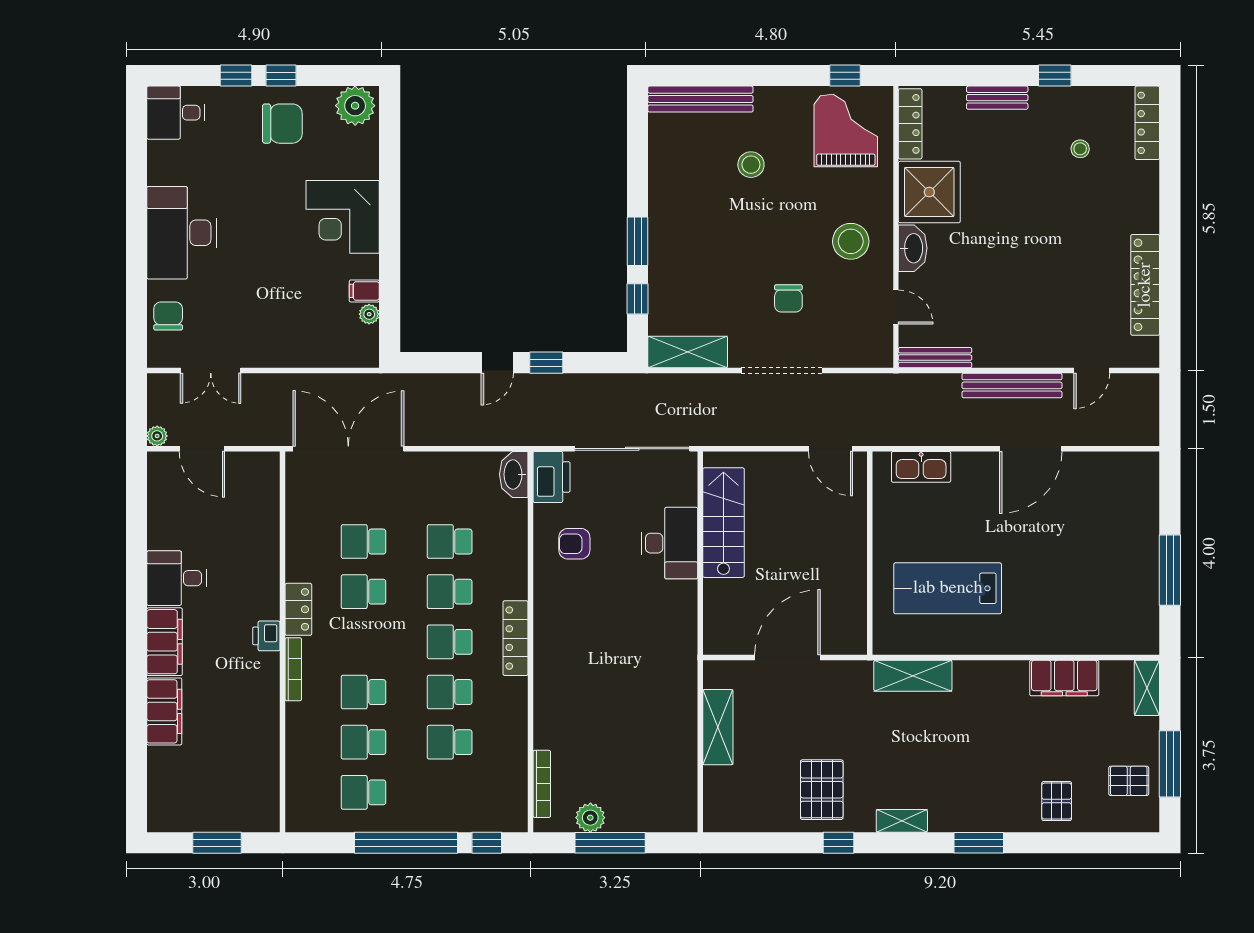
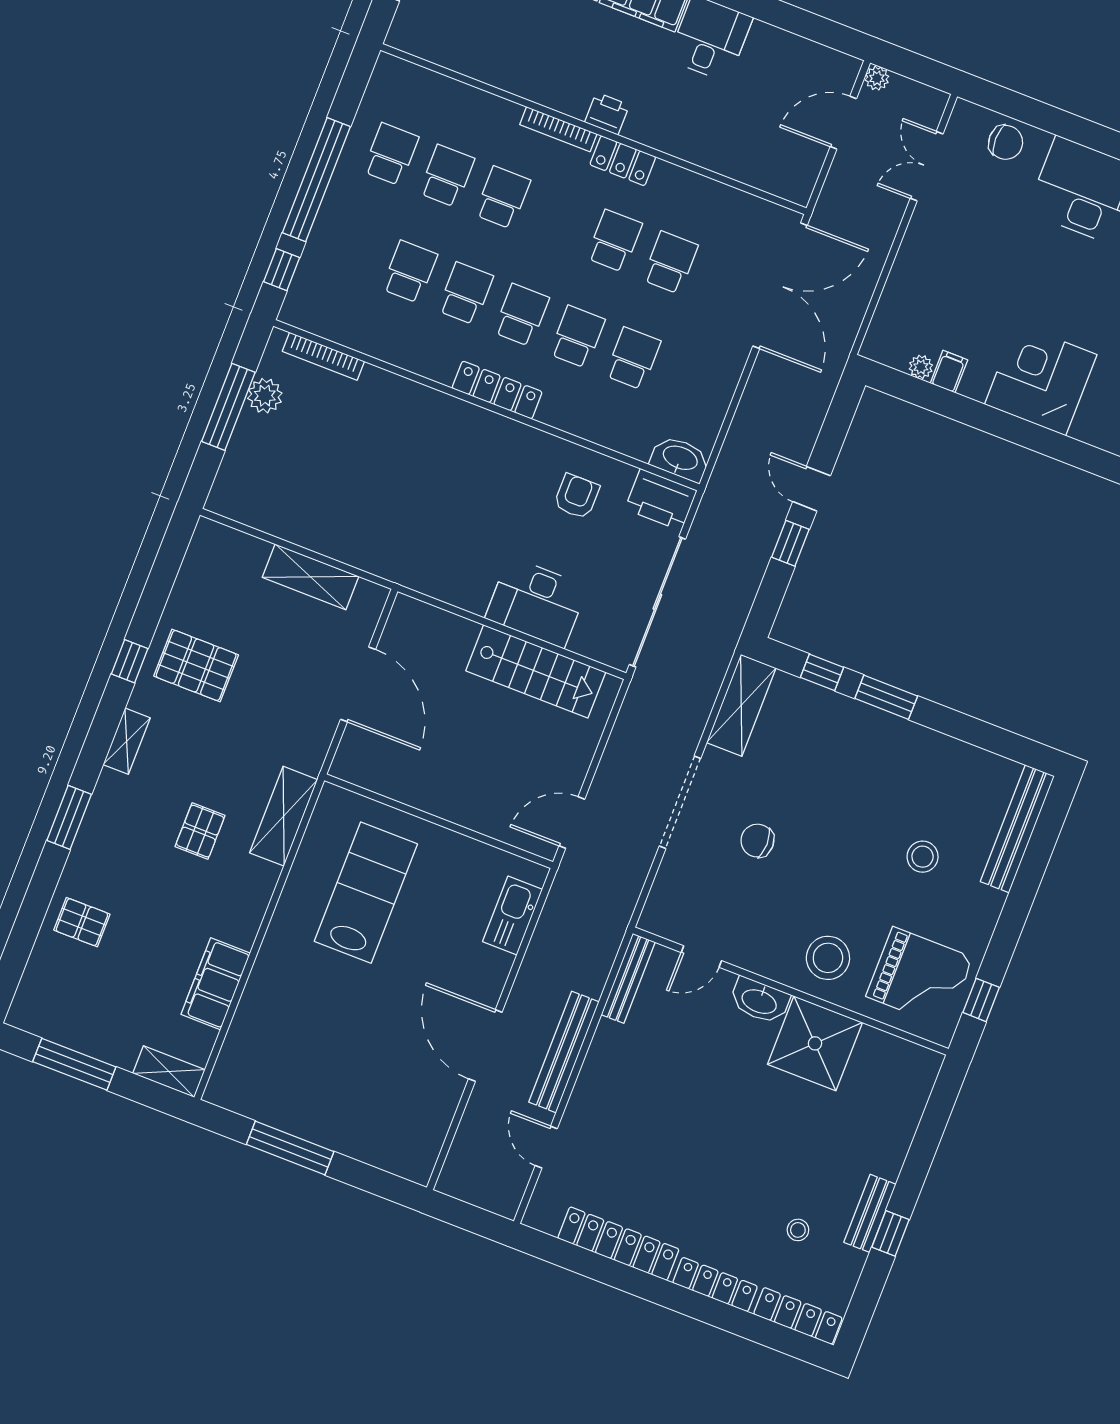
bench: (997, 98) -> (870, 1213), moved
locker: (910, 124) -> (715, 1284), moved, turned 180
stool: (851, 241) -> (828, 958), moved
pallet: (1129, 781) -> (200, 831), moved

